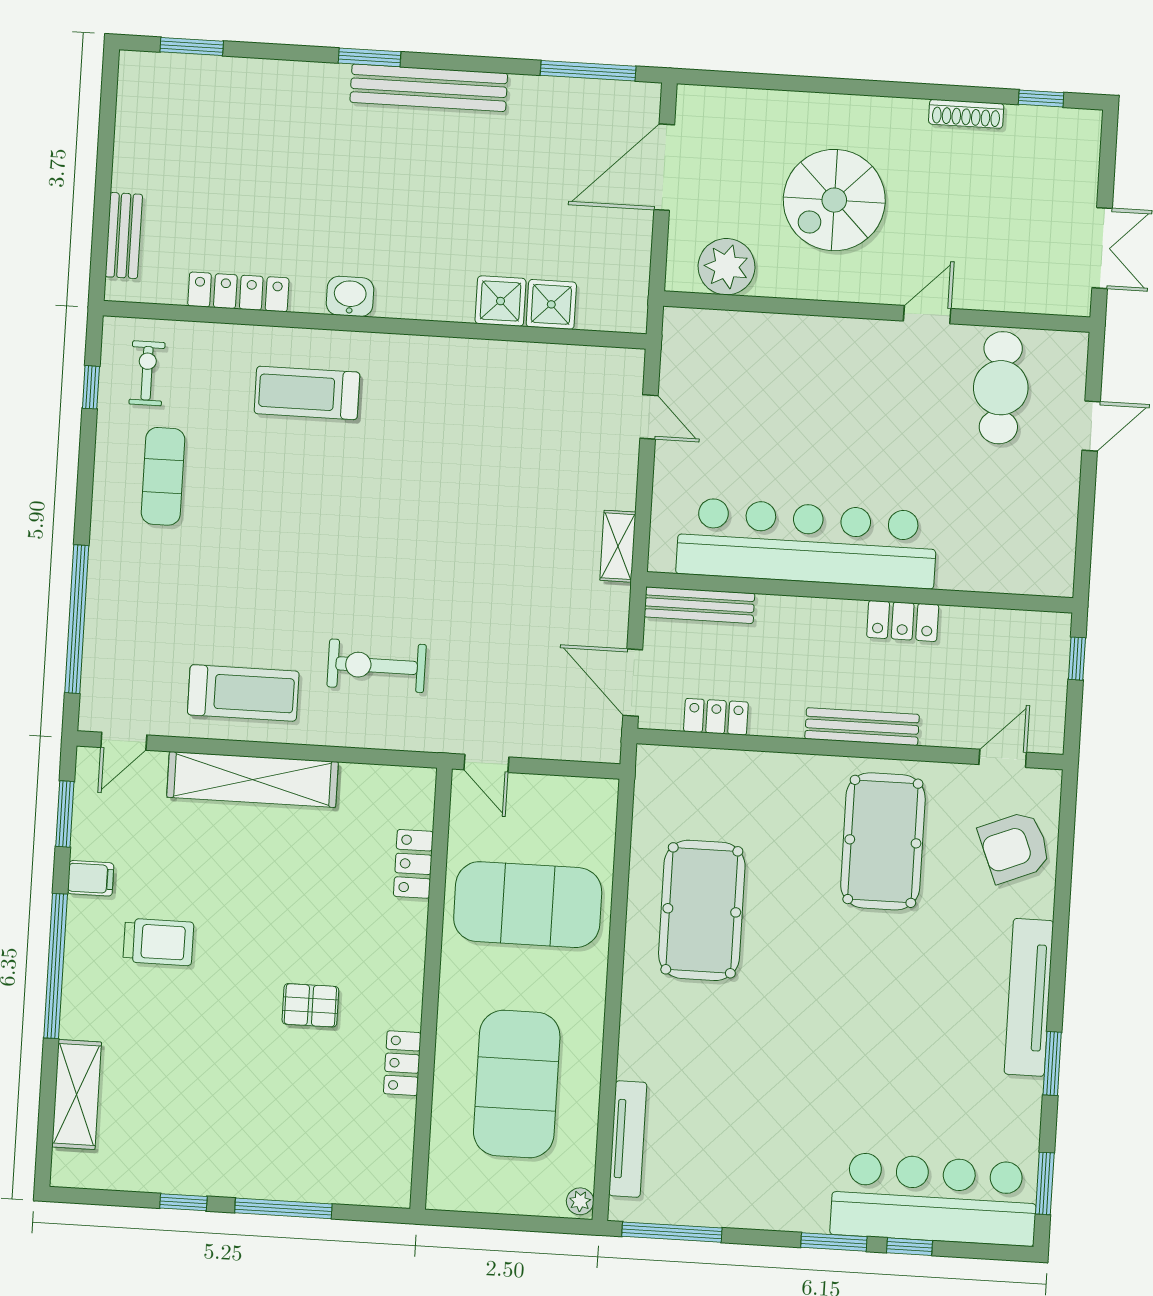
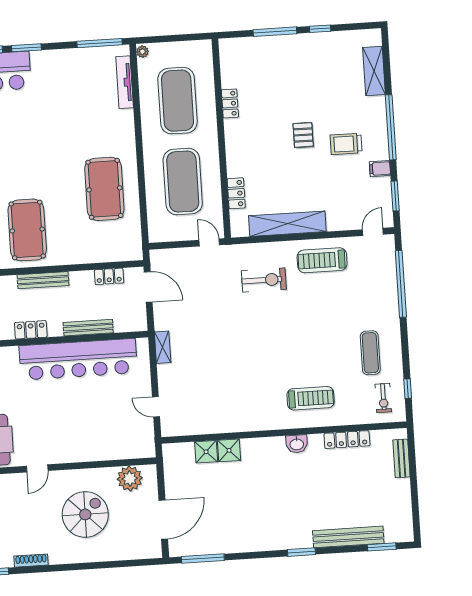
bench: (429, 88) -> (348, 537), moved
bench: (699, 605) -> (88, 328), moved
shelving: (252, 780) -> (287, 224), moved
exercise mat: (528, 905) -> (183, 182), turned 90
pallet: (310, 1005) -> (303, 135), moved, turned 90

